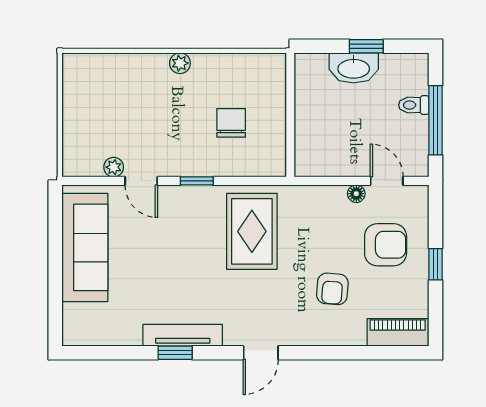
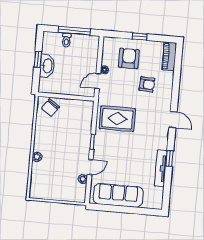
plant: (180, 63) -> (37, 157), moved
chair: (231, 123) -> (50, 108), moved, turned -55
door: (387, 181) -> (98, 81), moved
tv unit: (183, 335) -> (161, 168), moved

